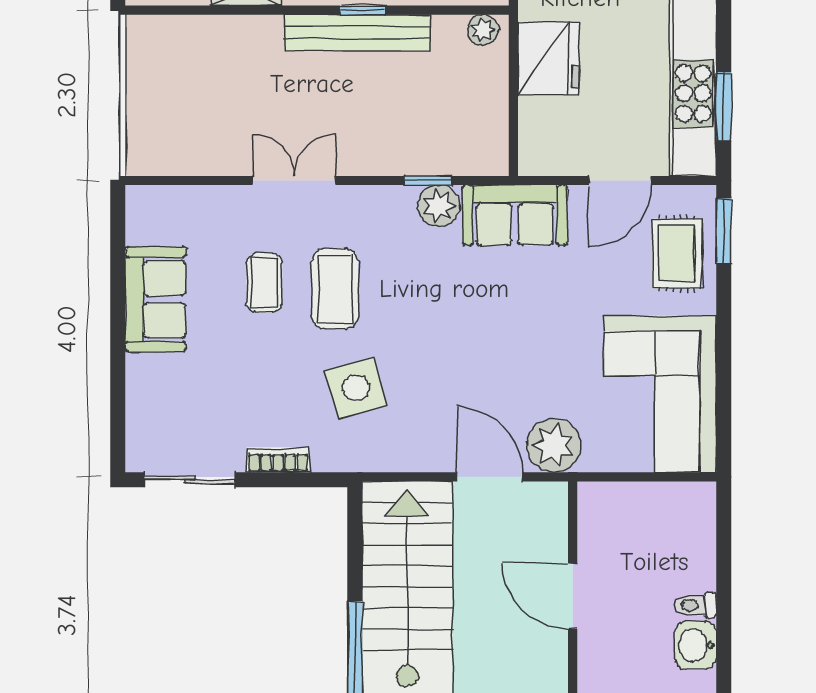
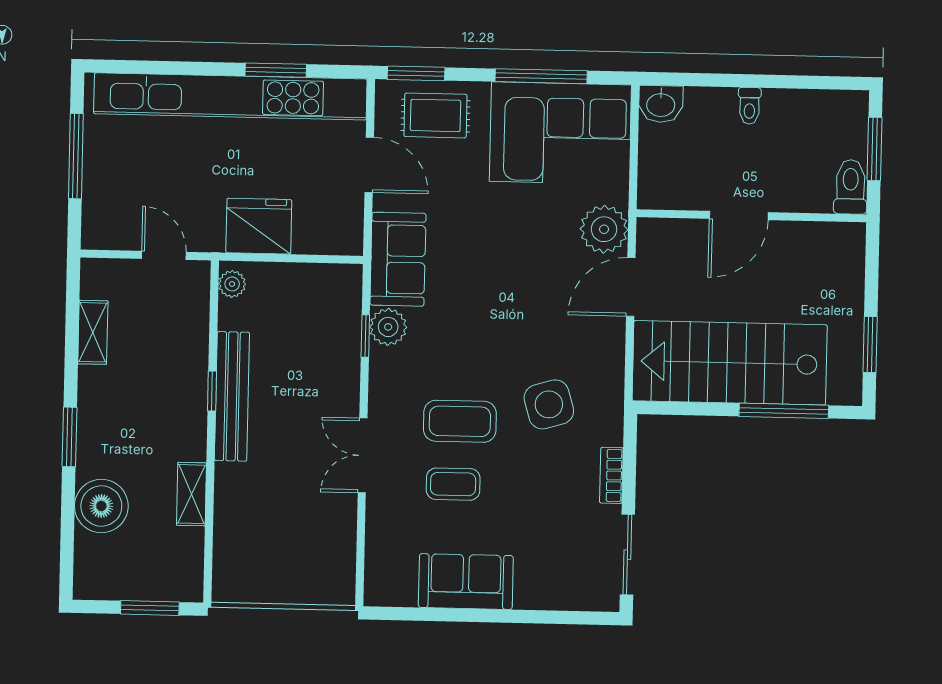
window: (724, 107) -> (276, 70), moved
window: (724, 371) -> (541, 76), added
washbasin: (696, 645) -> (661, 104), moved

